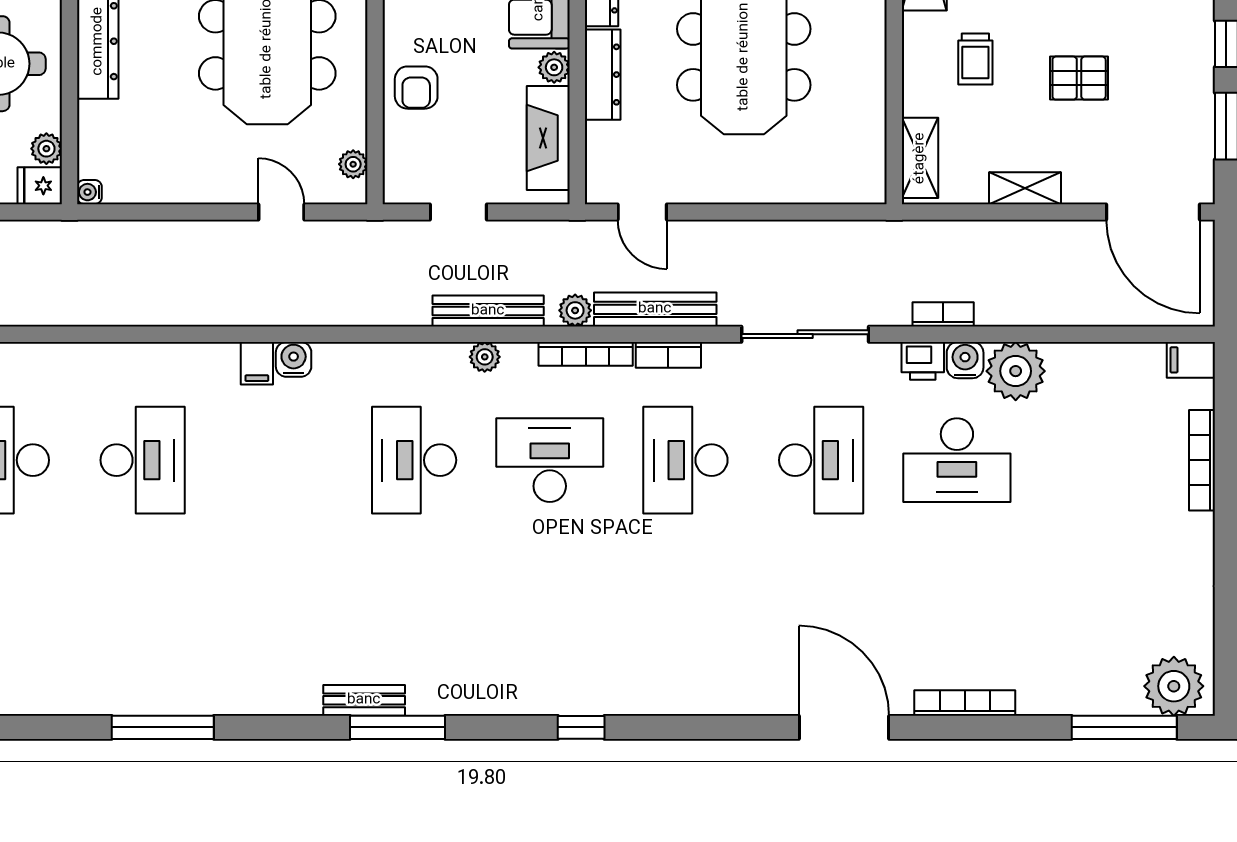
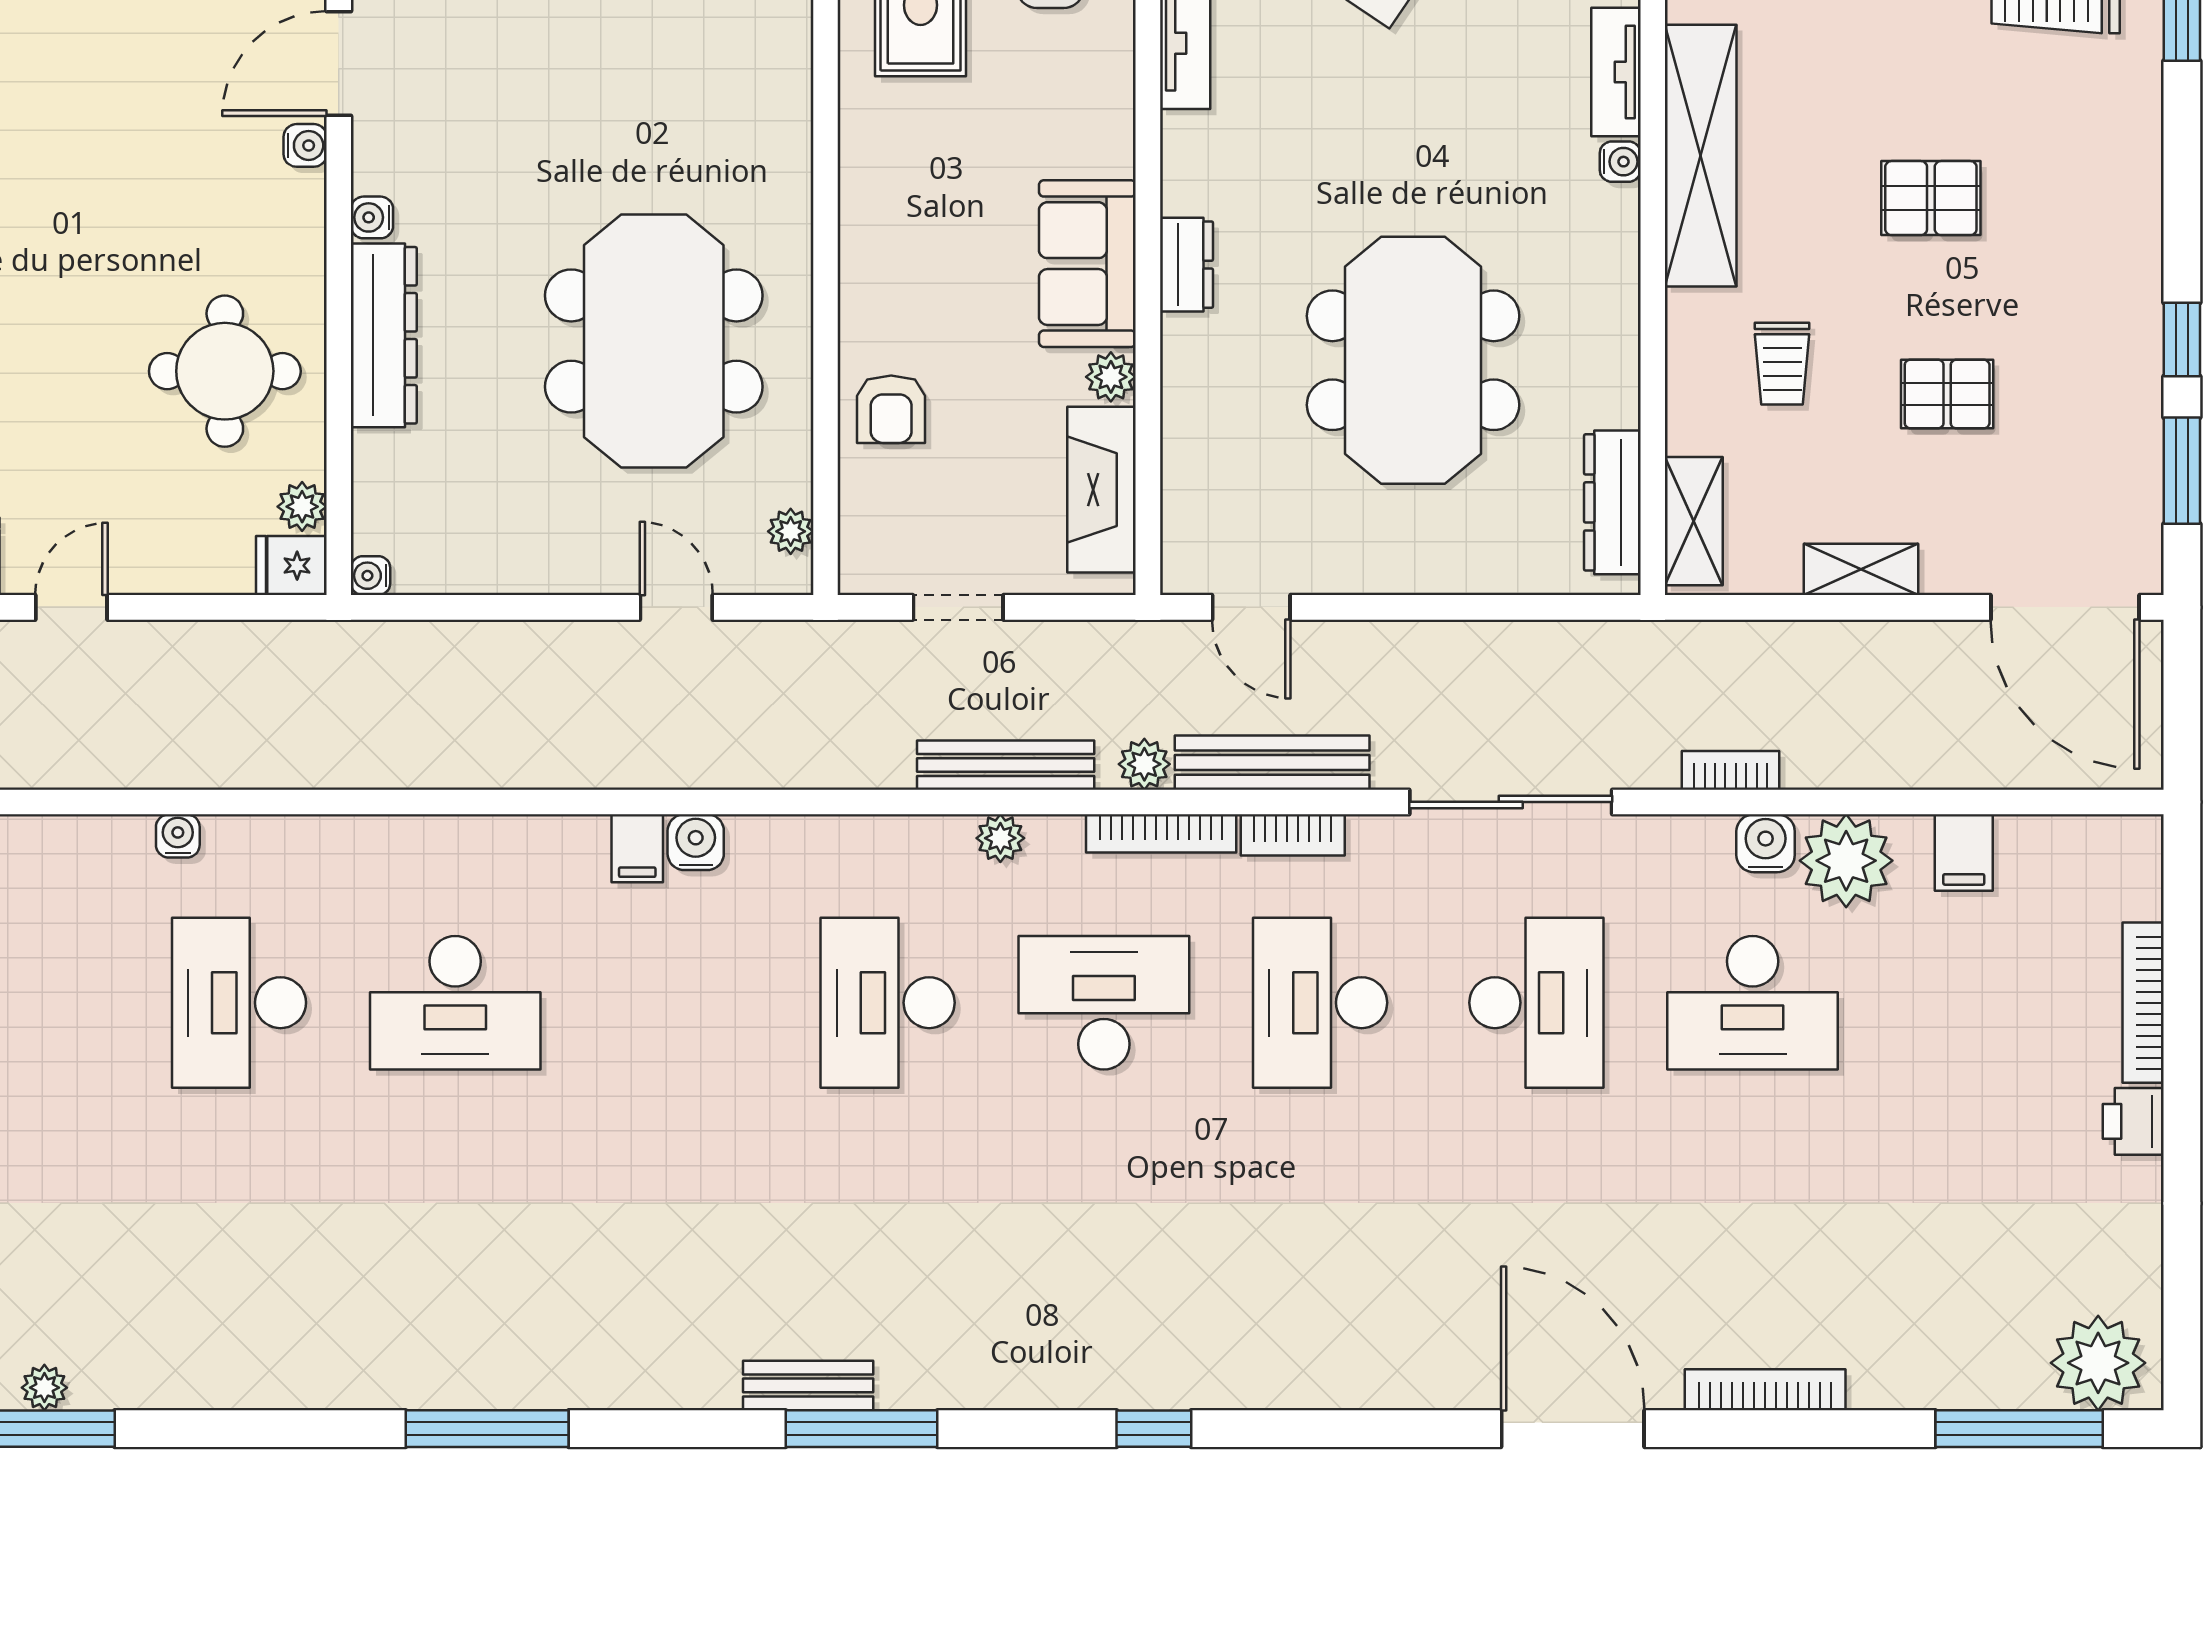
dresser: (603, 75) -> (1612, 502), moved, turned 180
filing cabinet: (1191, 360) -> (1964, 853), moved, turned -90
printer: (923, 361) -> (2133, 1121), moved, turned 90
desk: (143, 460) -> (455, 1003), turned 90

